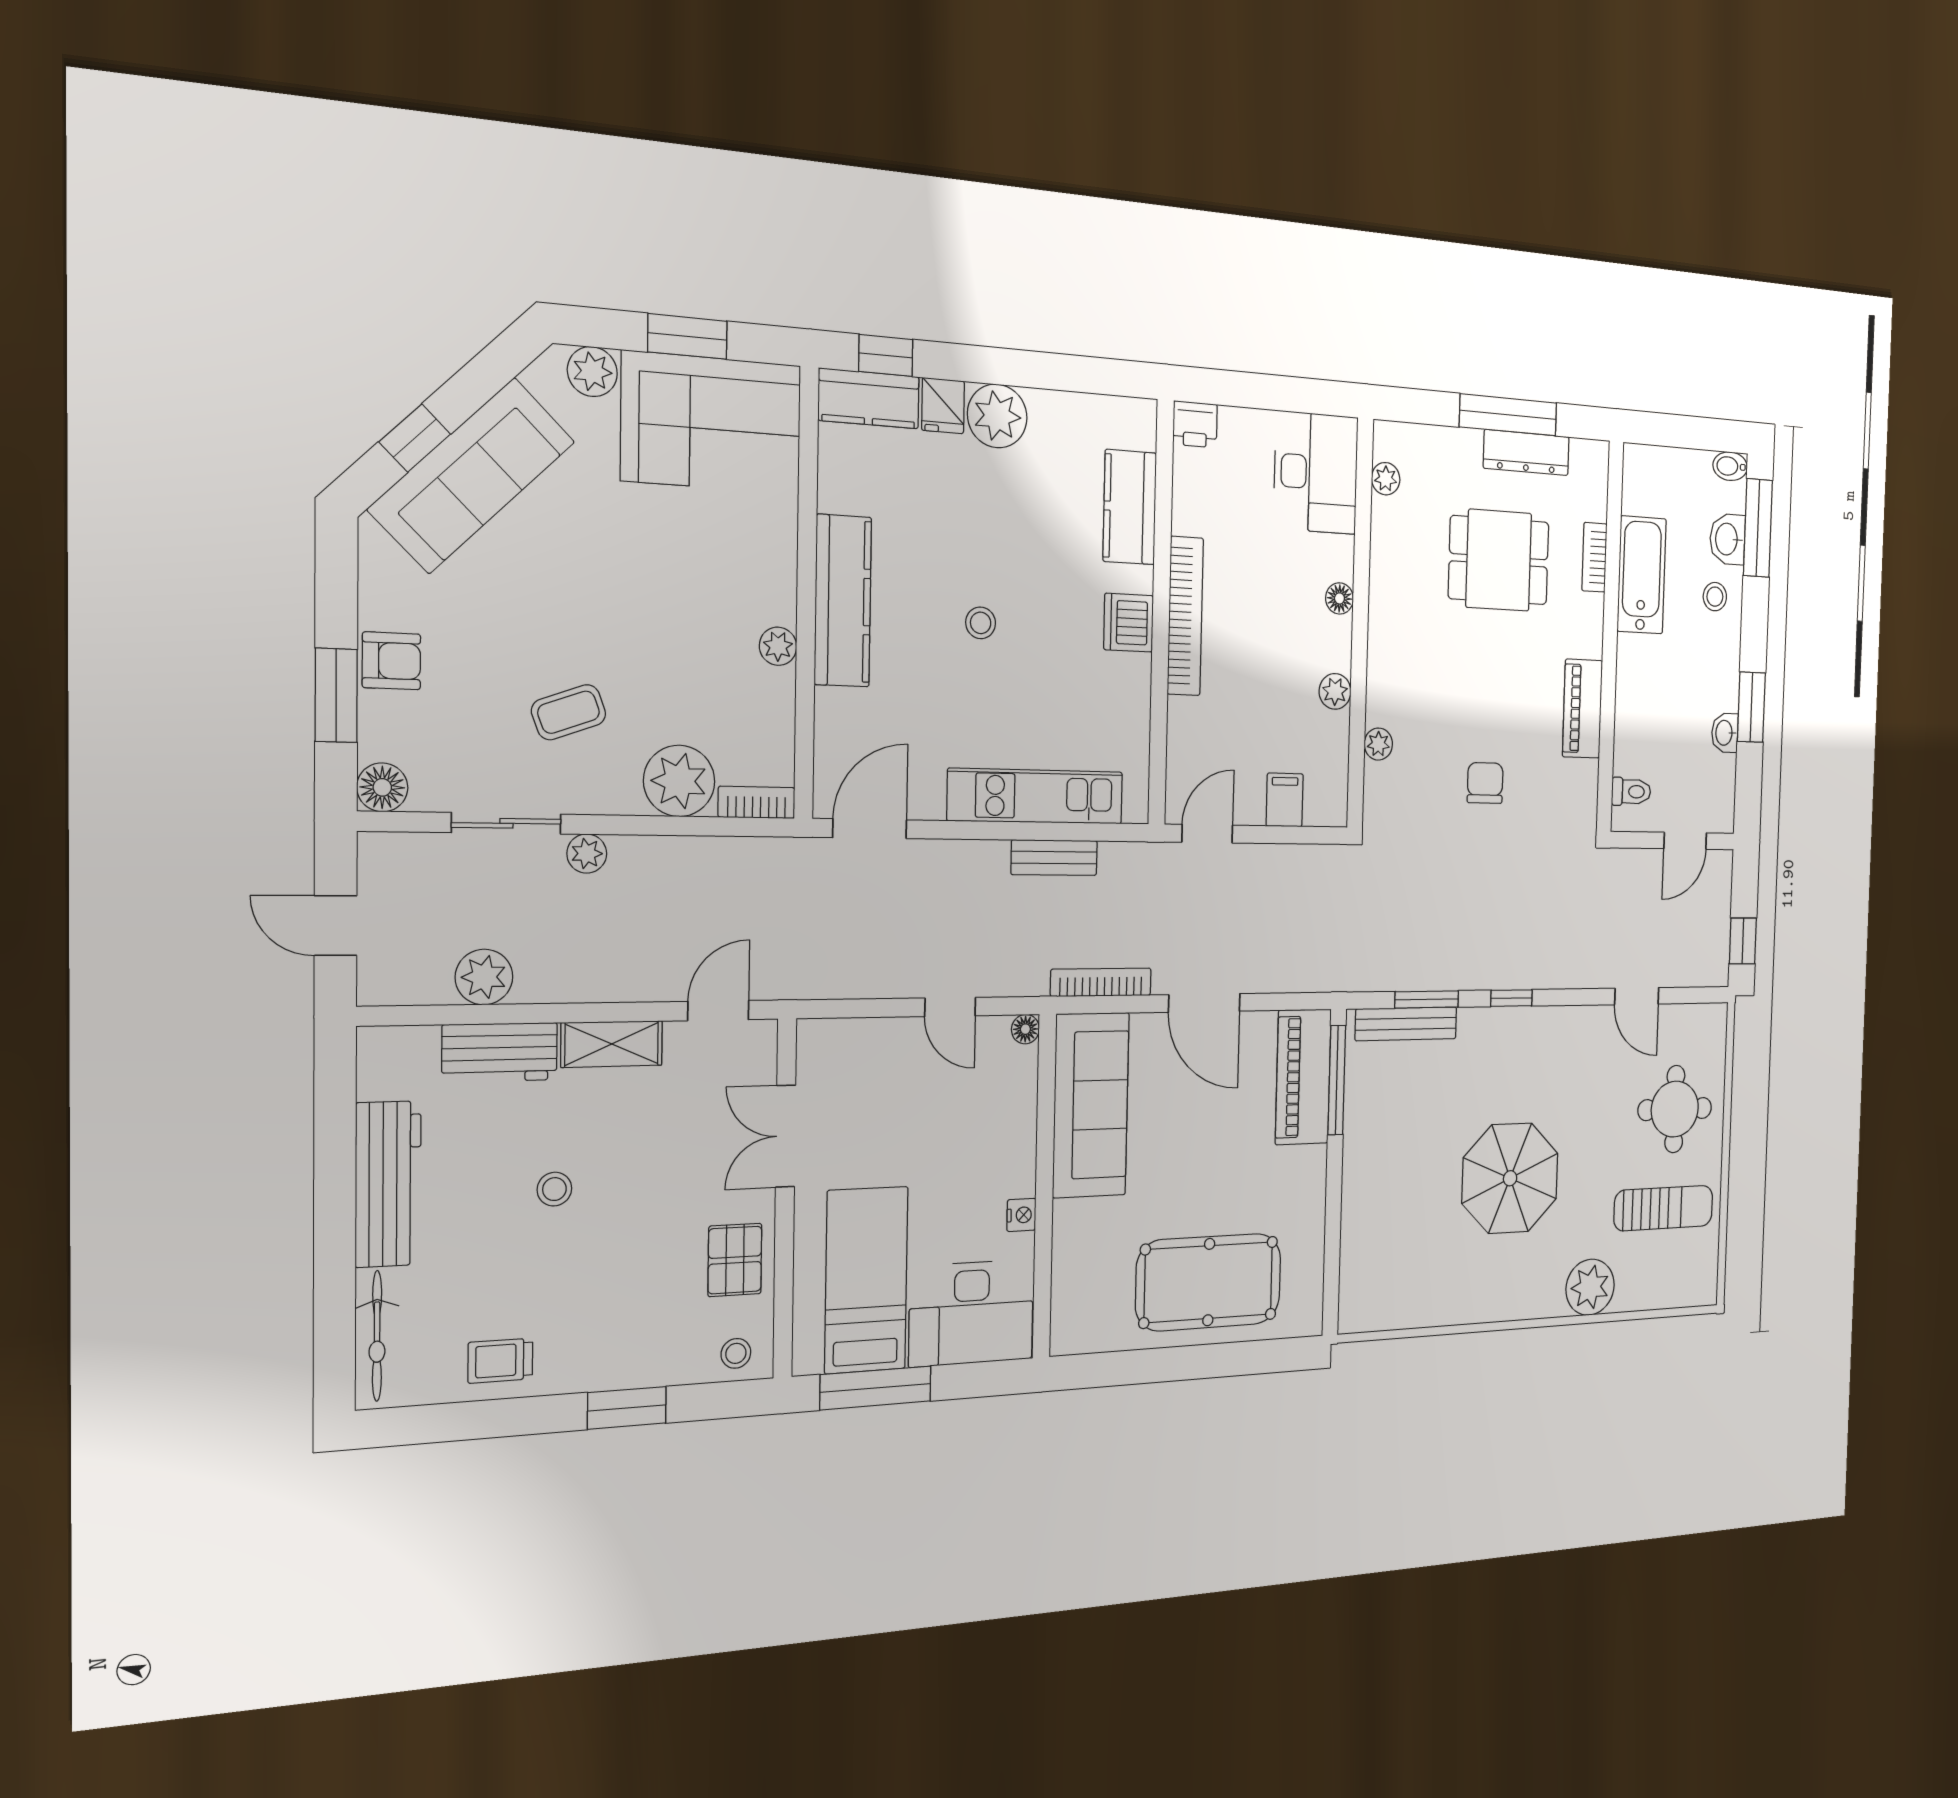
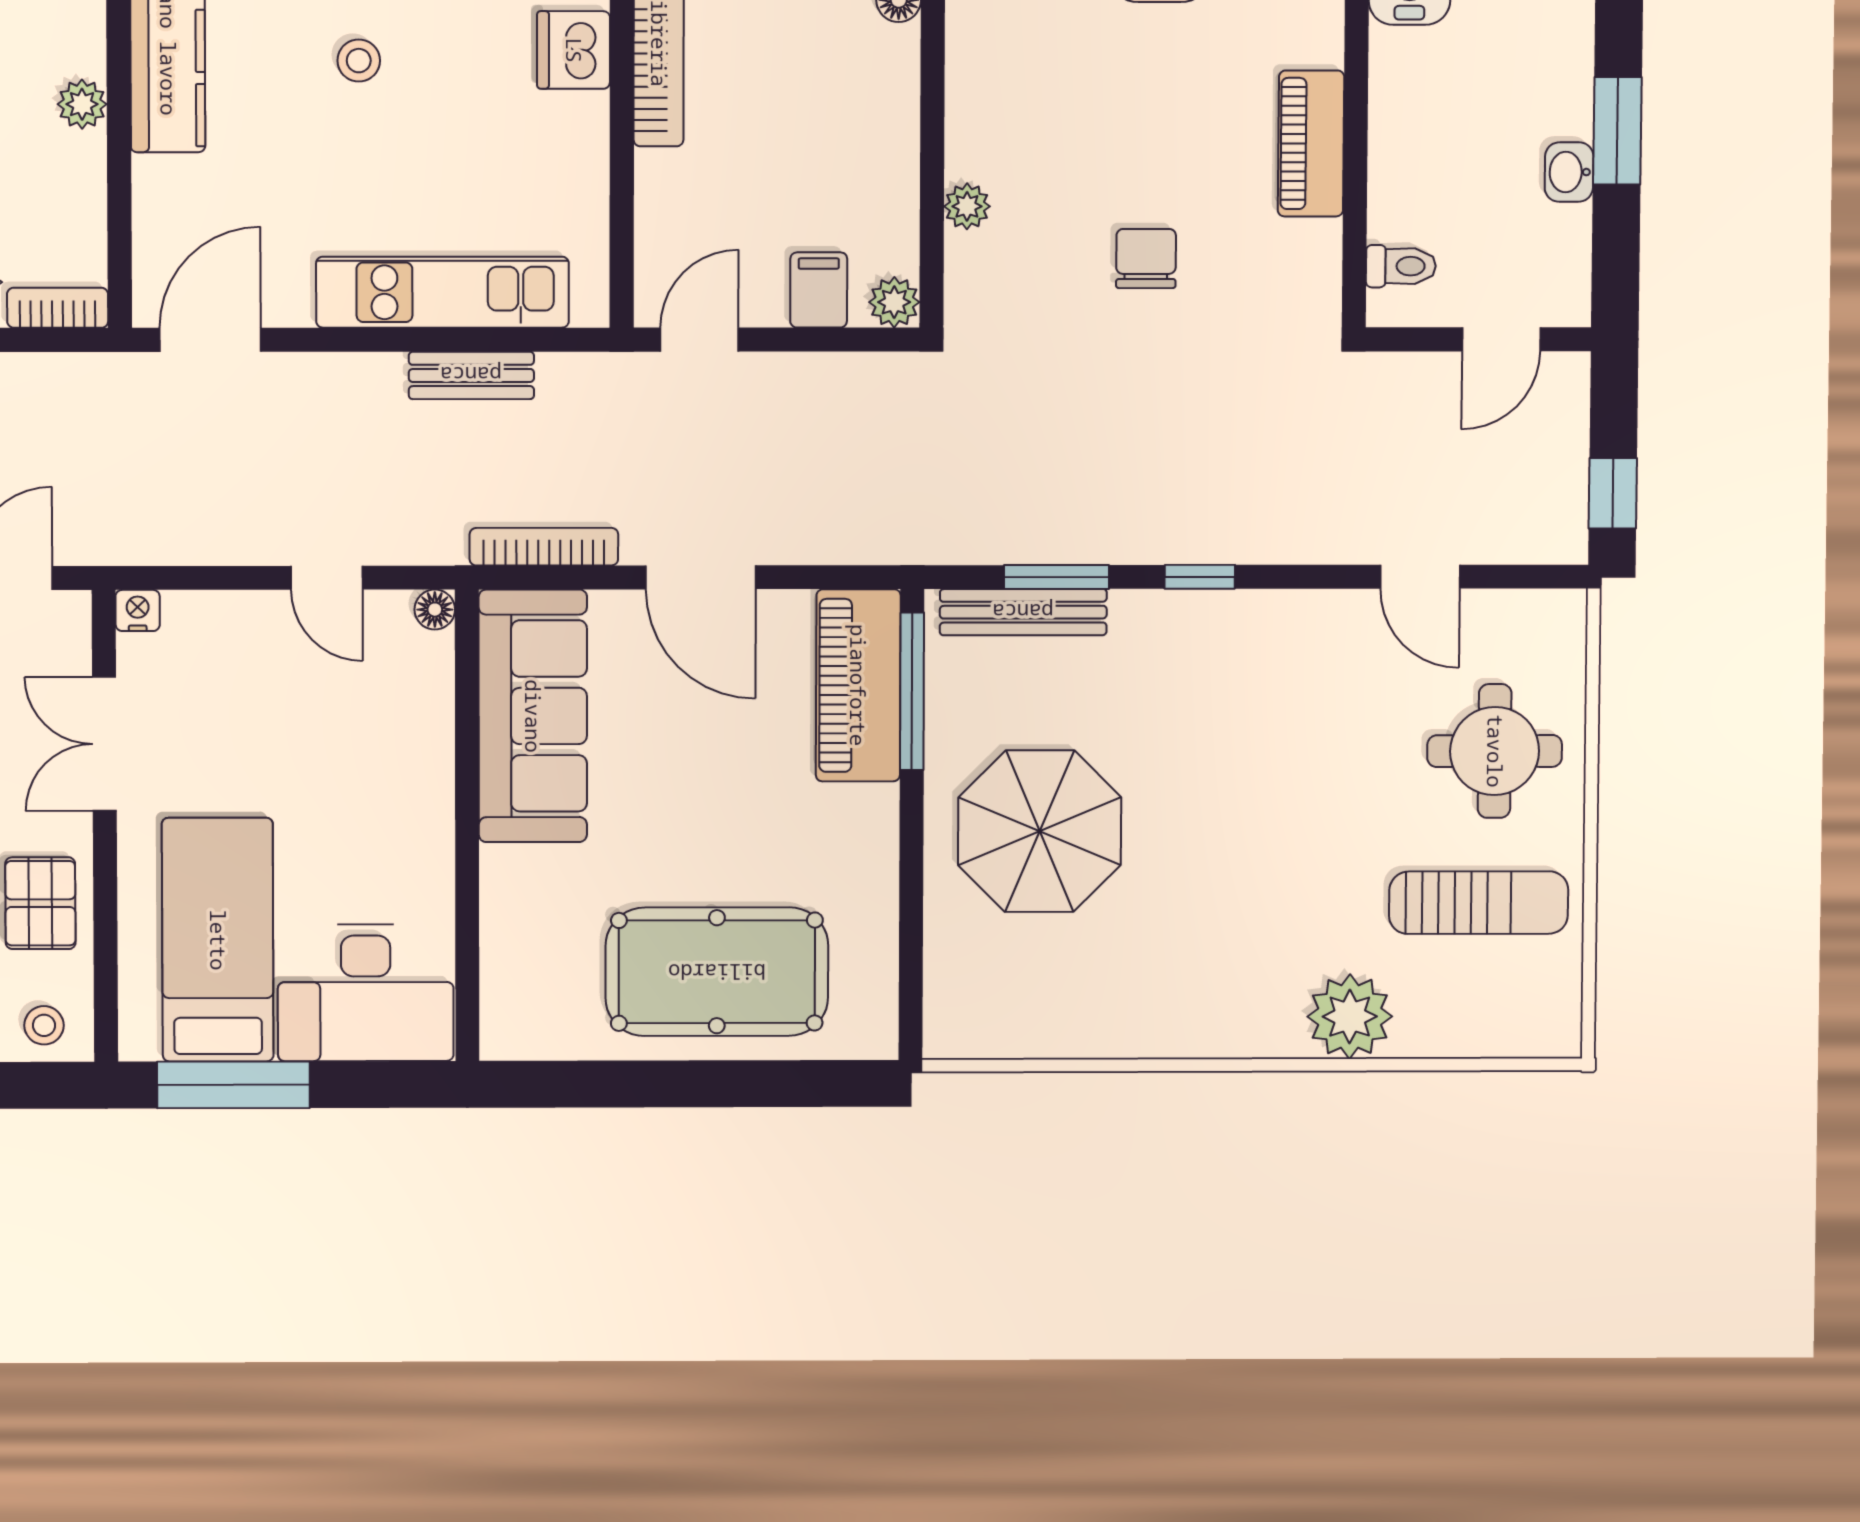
plant: (1335, 691) -> (894, 302), moved
parasol: (1510, 1178) -> (1040, 831), moved
nightstand: (1021, 1215) -> (138, 610), moved, turned -90

